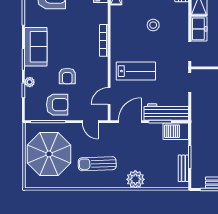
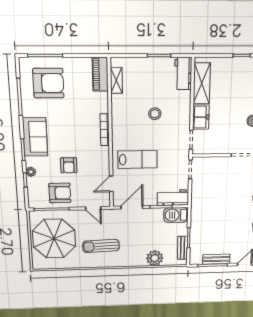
workbench: (166, 112) -> (173, 198), width x0.73
plant: (135, 179) -> (155, 258), moved

